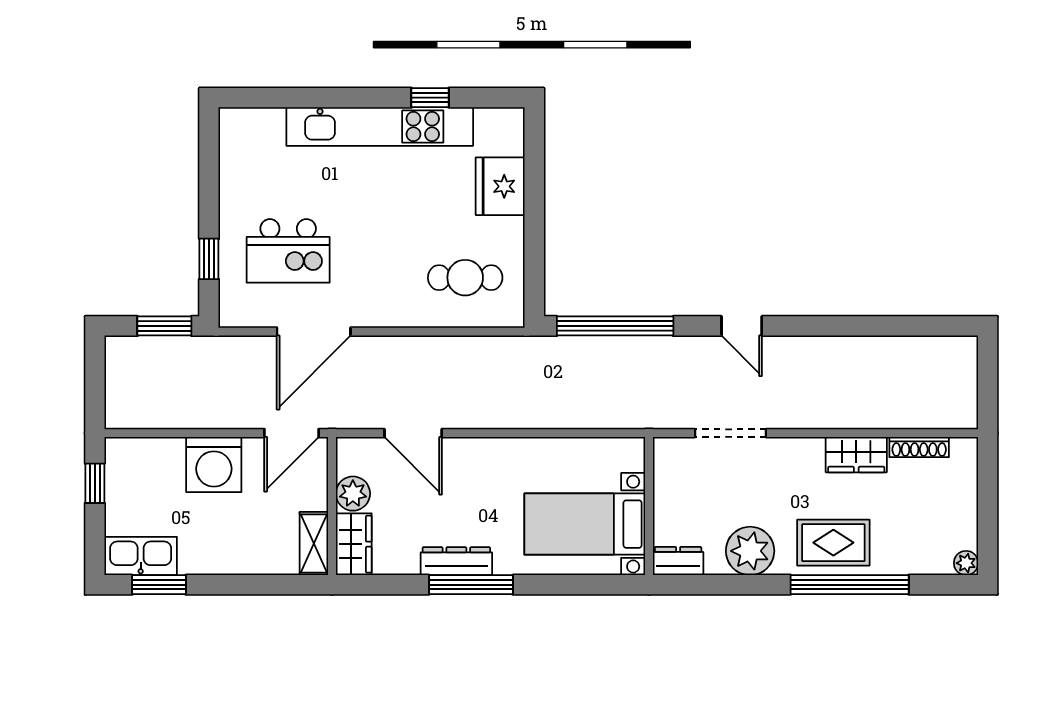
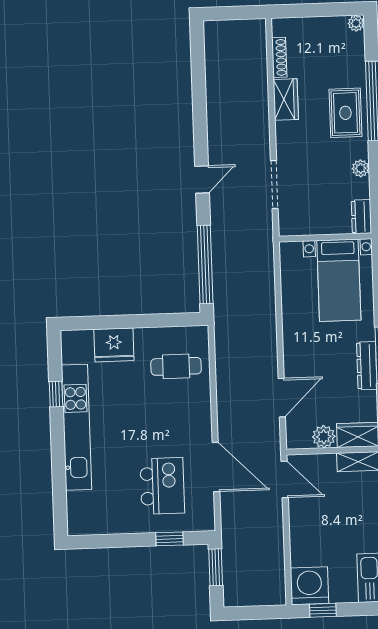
cafe table: (465, 278) -> (176, 366), turned 90
washing machine: (214, 465) -> (309, 586), moved, turned -90
plant: (750, 551) -> (361, 168), width x0.53, depth x0.53

